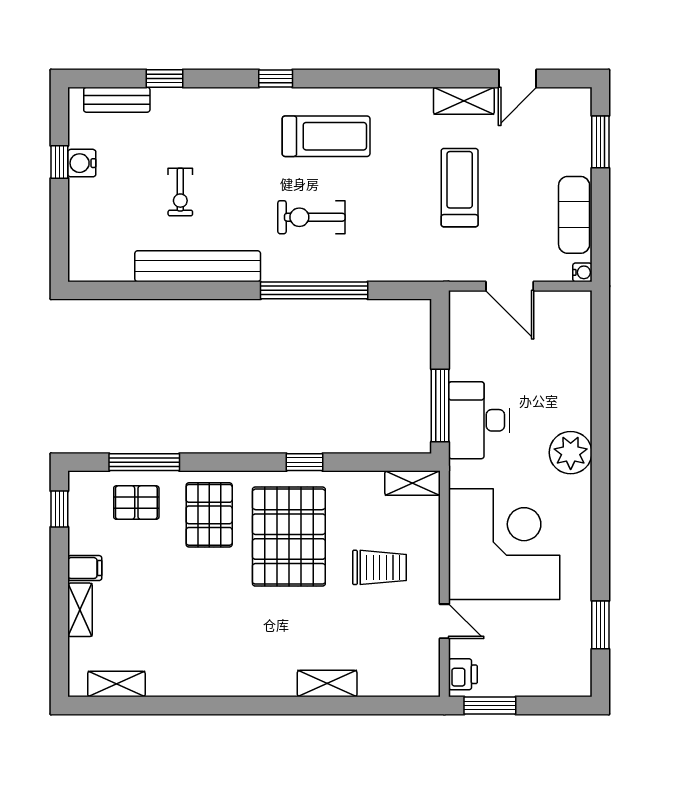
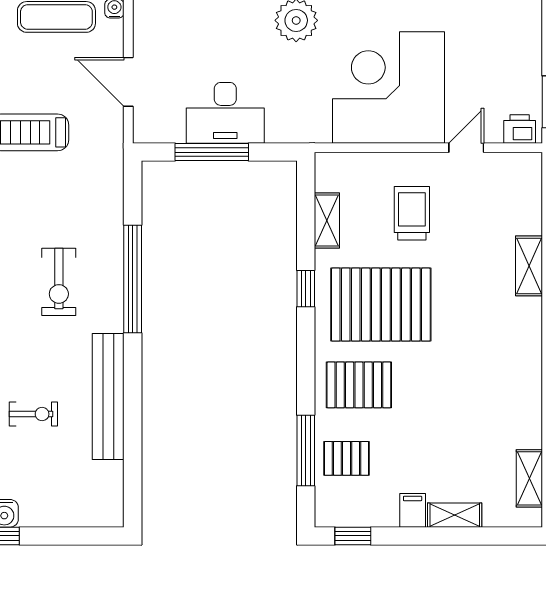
door: (510, 286) -> (128, 82), swing flipped
window: (440, 405) -> (212, 152), moved
desk: (479, 420) -> (225, 113), moved
shelving: (412, 483) -> (327, 220), moved
pallet: (136, 503) -> (347, 458), turned 90

